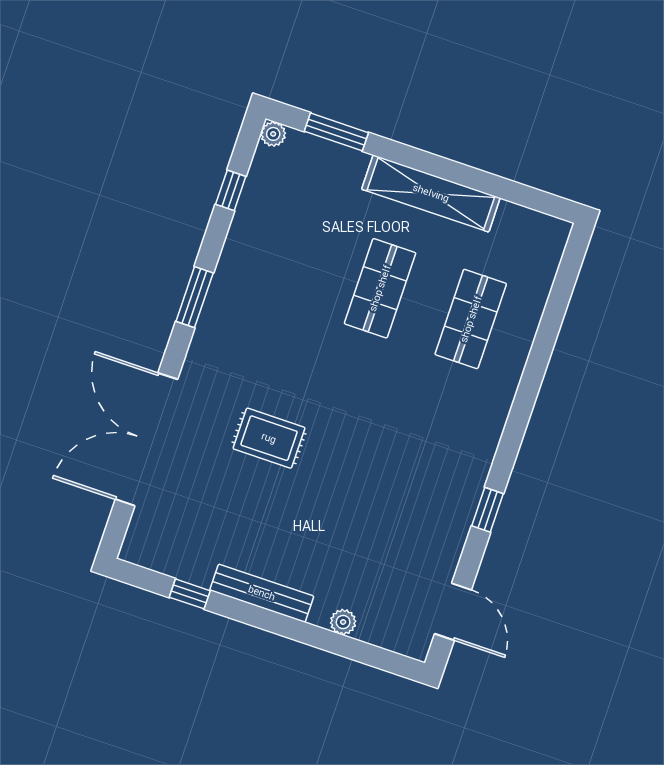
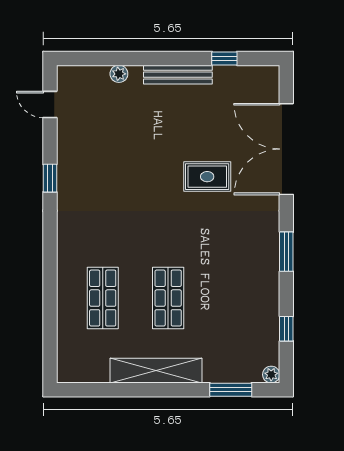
double door: (146, 439) -> (286, 149), swing flipped
door: (453, 612) -> (50, 104), width x0.73

